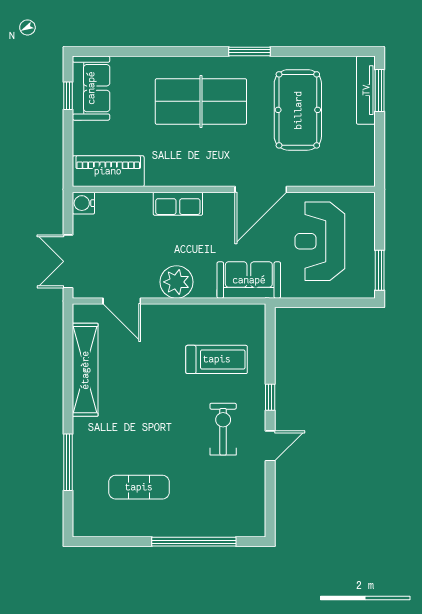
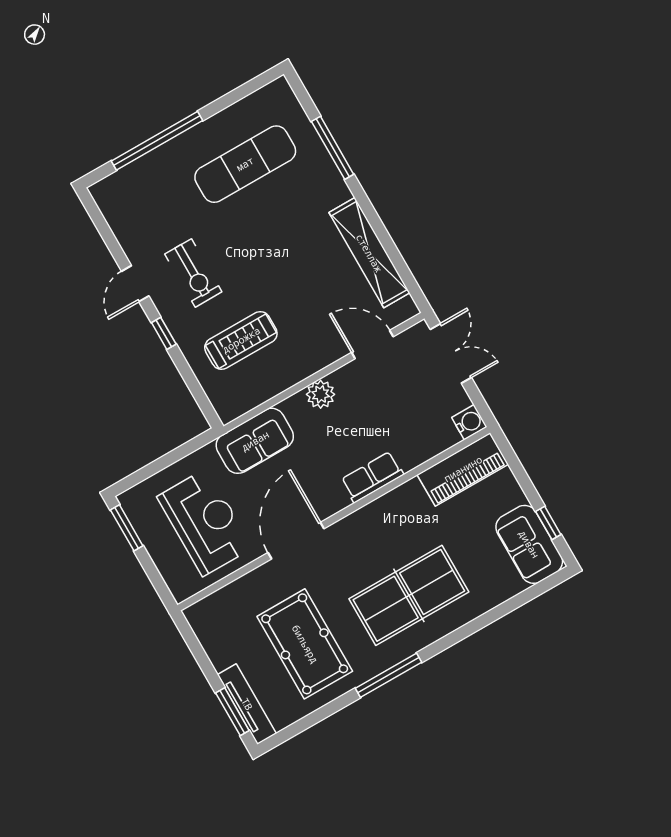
window: (250, 51) -> (389, 675), width x1.44
plant: (177, 282) -> (321, 394), width x0.73, depth x0.73
treadmill: (217, 359) -> (241, 340), turned 180
exercise mat: (139, 487) -> (245, 164), width x1.36, depth x1.45

